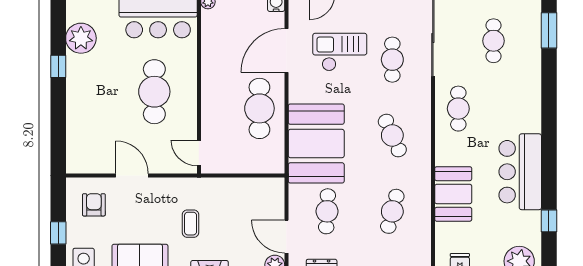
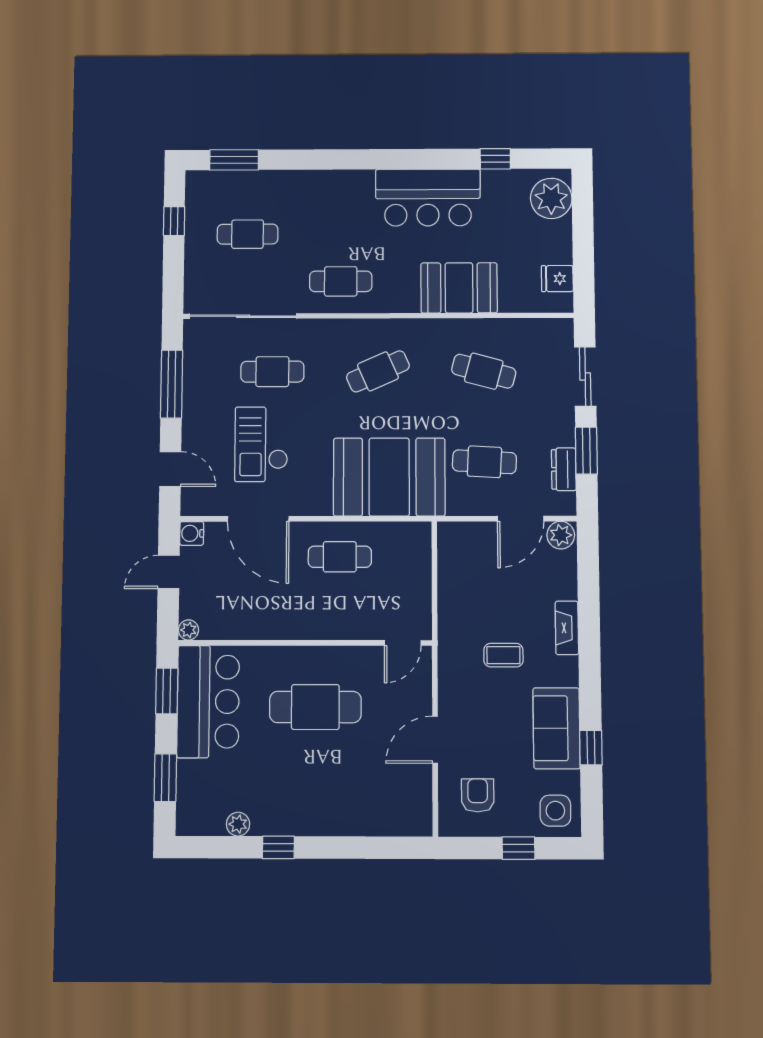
plant: (81, 38) -> (238, 824), width x0.53, depth x0.53
cafe table: (259, 108) -> (340, 557), width x0.73, depth x0.74
armchair: (94, 205) -> (478, 795), turned 90

